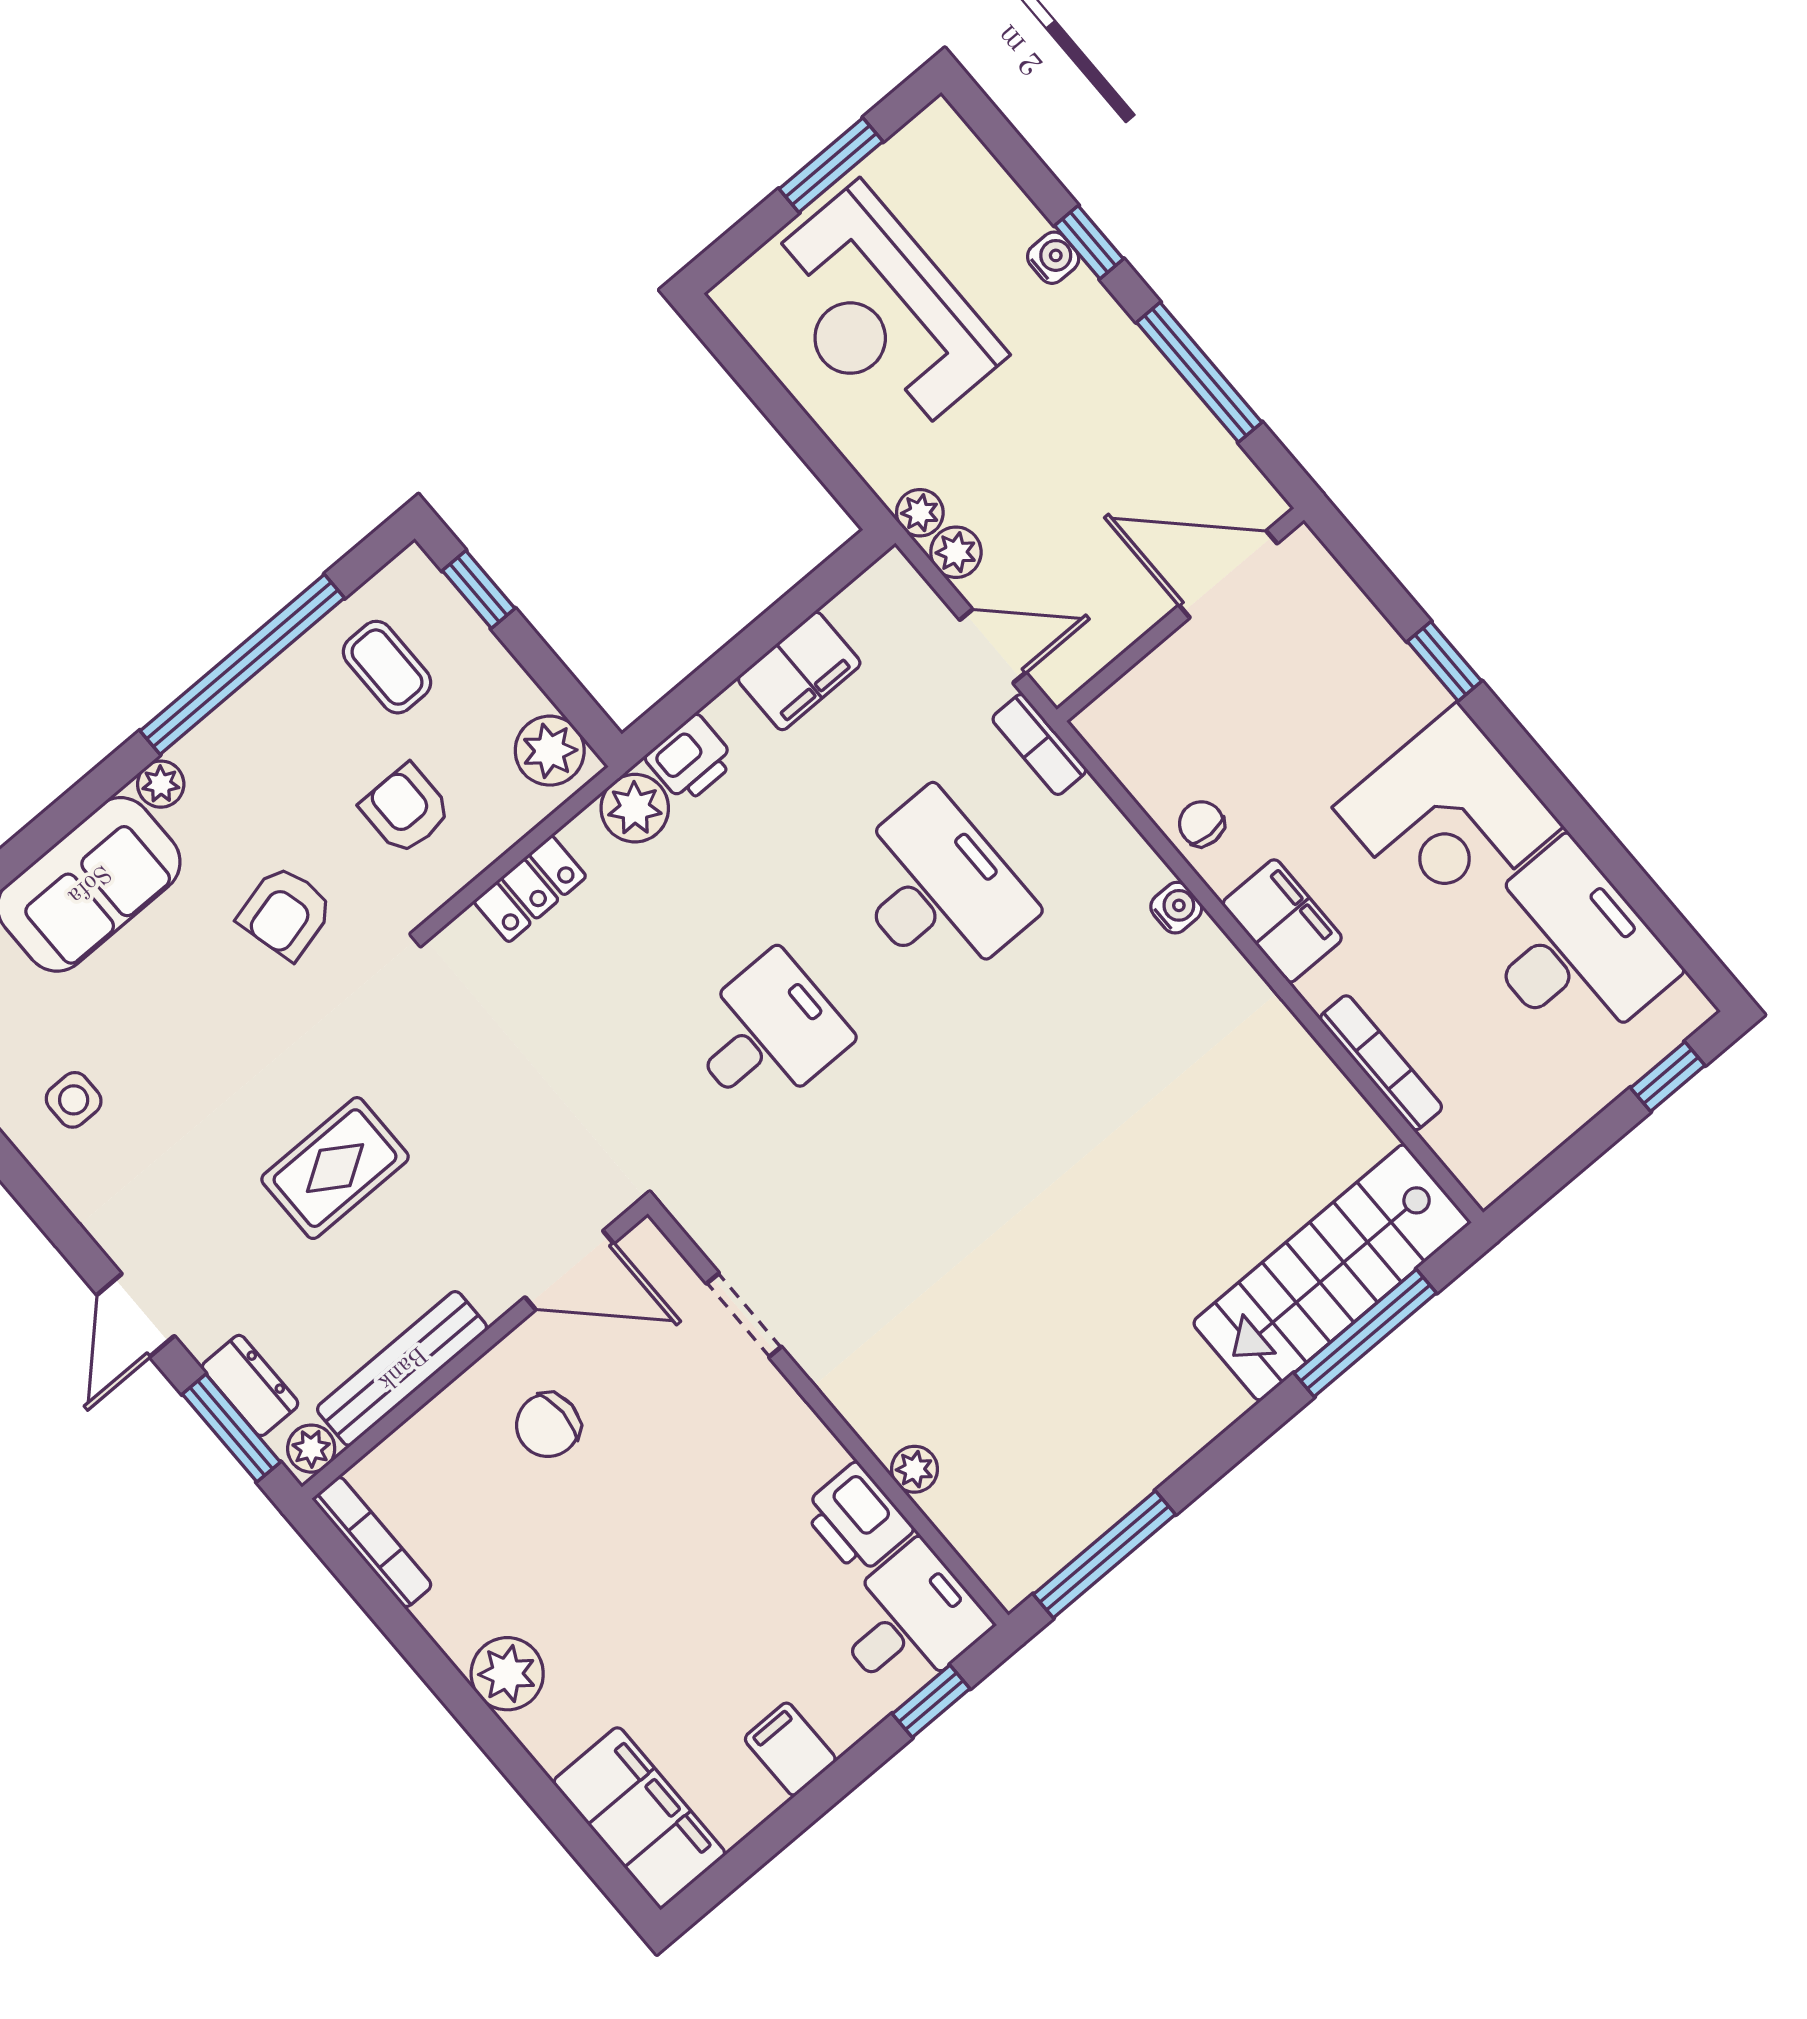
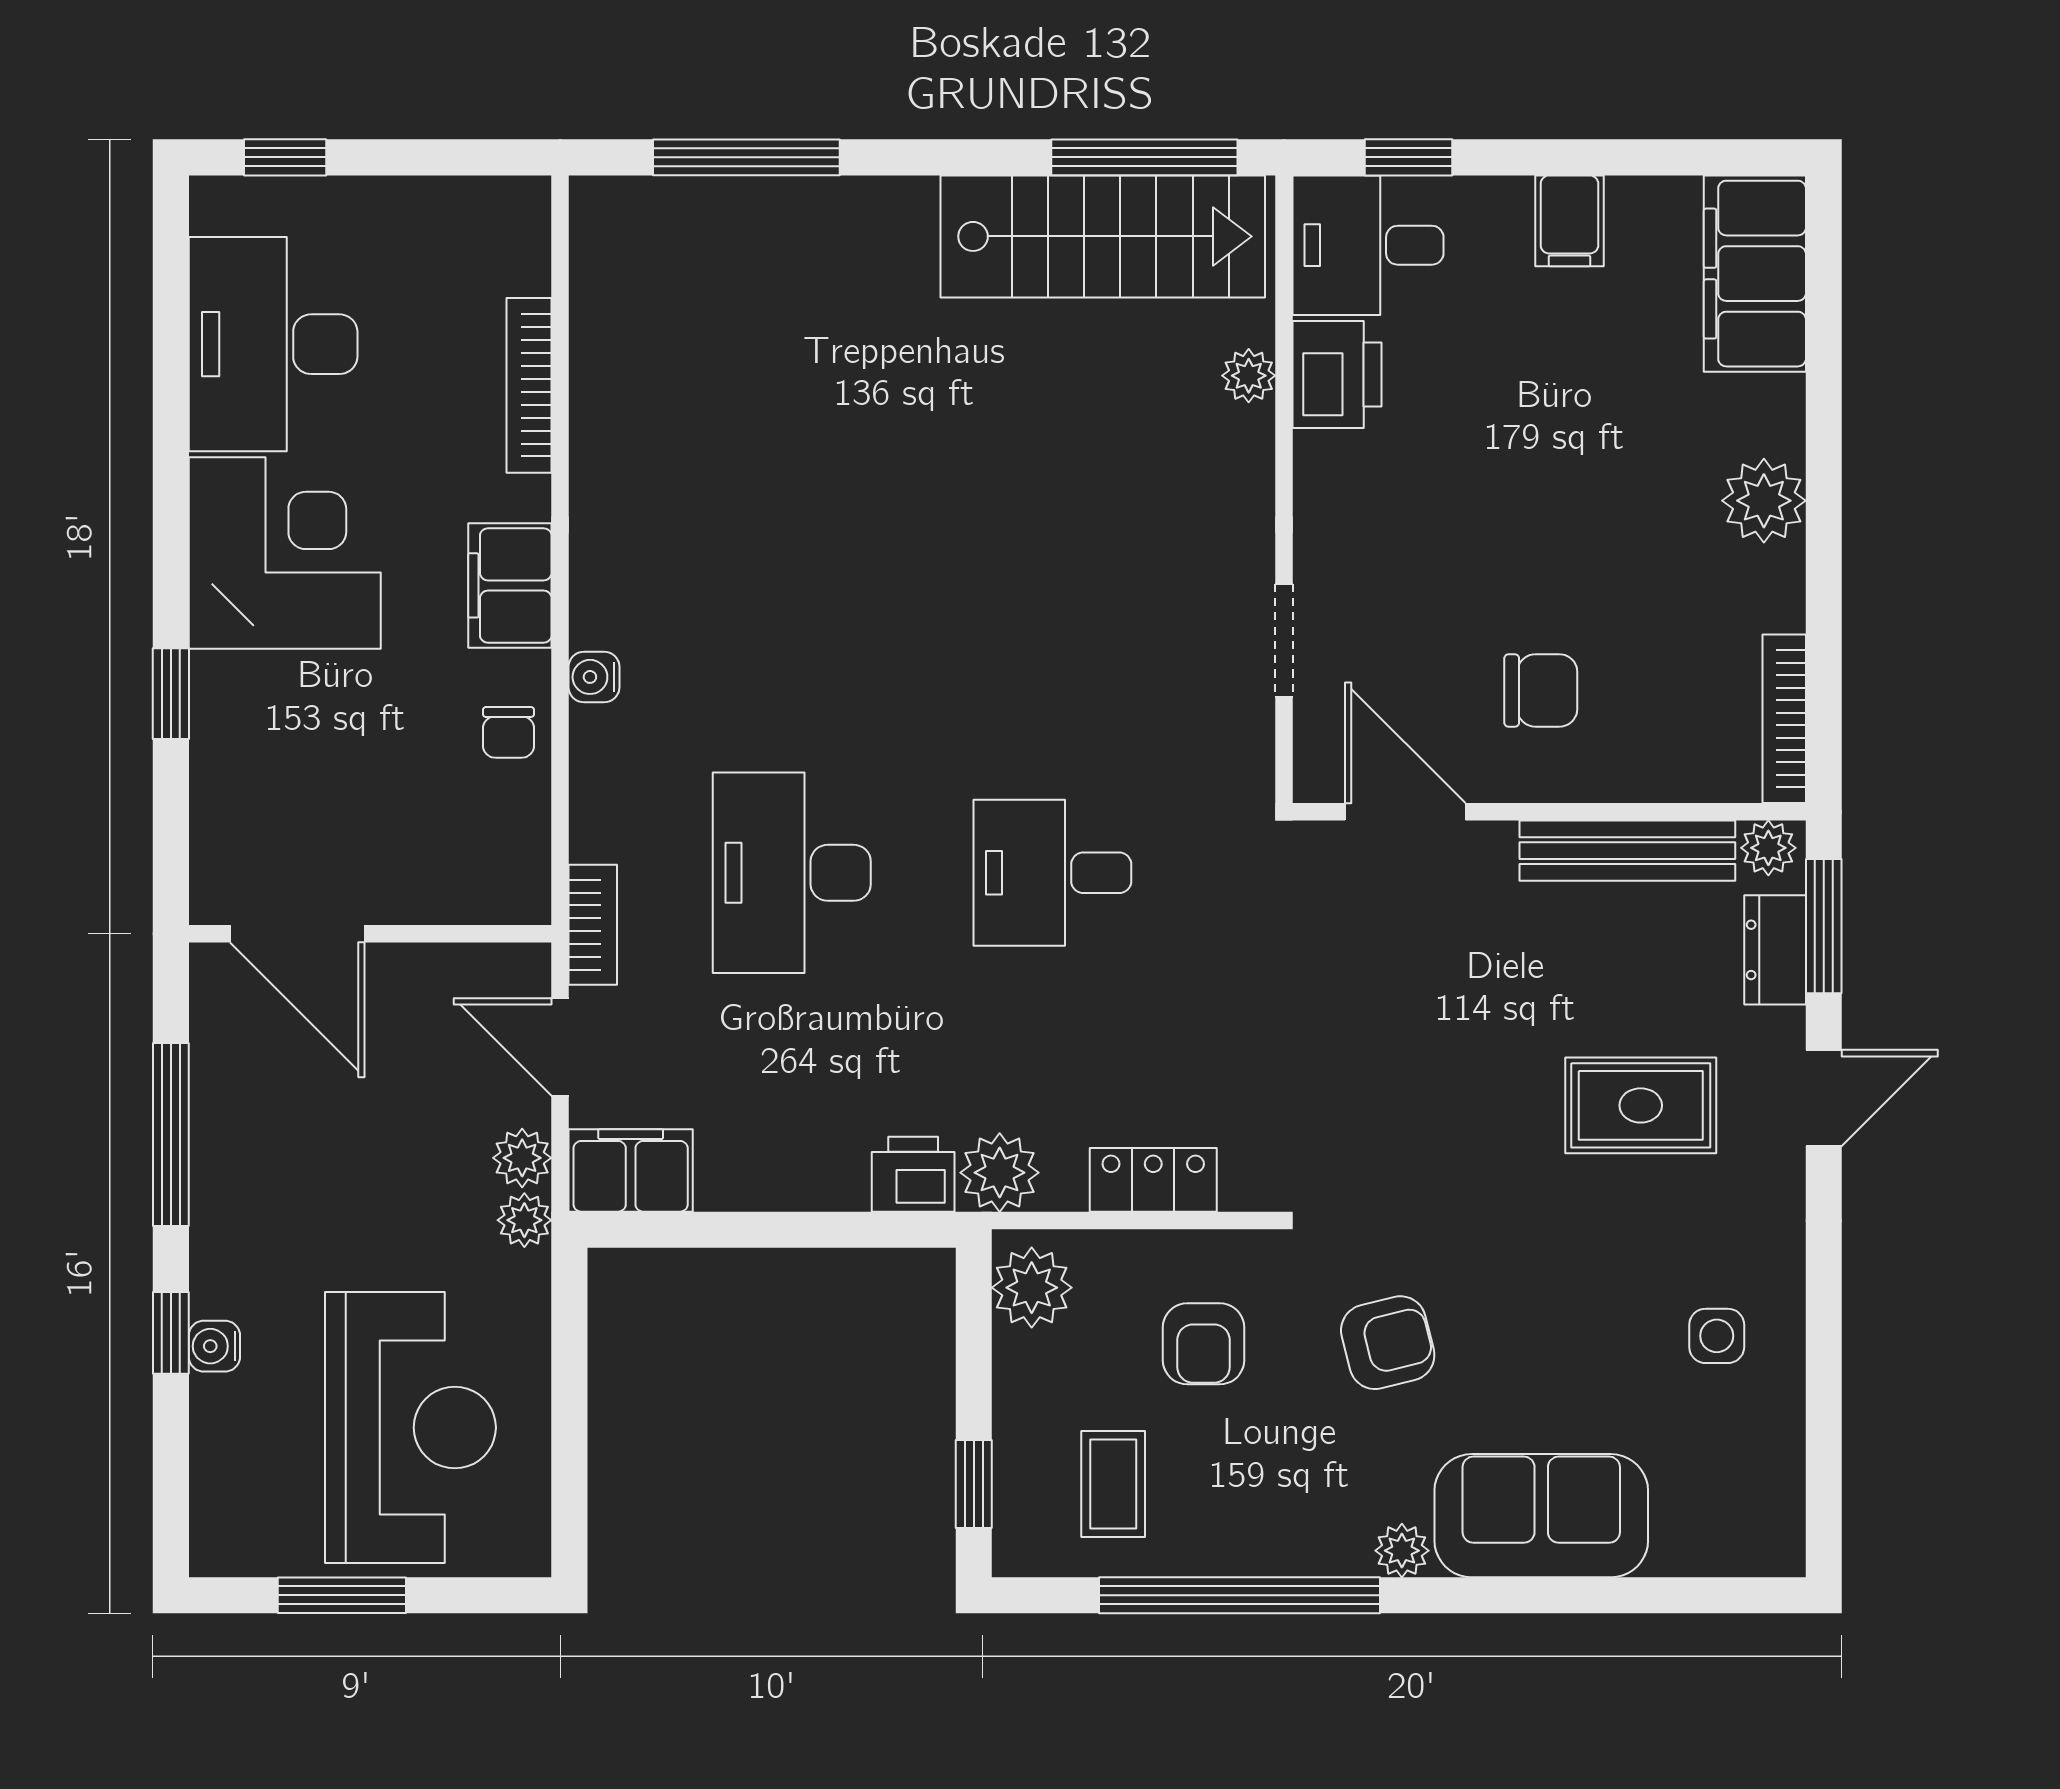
filing cabinet: (799, 671) -> (631, 1171), moved
rug: (335, 1168) -> (1641, 1105), moved
stairs: (1331, 1273) -> (1103, 236), moved

